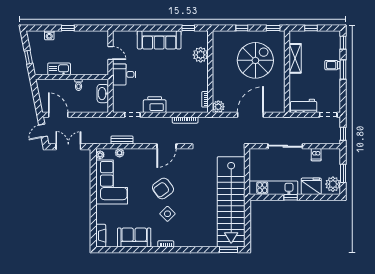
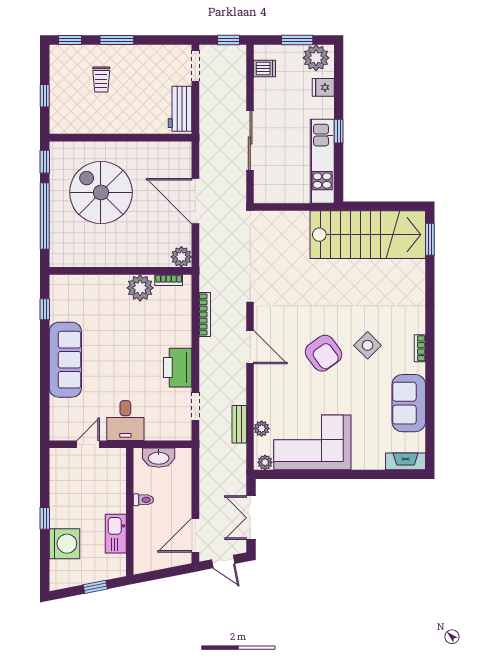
window: (242, 28) -> (45, 216), width x3.17
washing machine: (49, 35) -> (64, 544), width x1.89, depth x1.89
plant: (201, 55) -> (140, 288), moved
shelving: (295, 58) -> (97, 124), removed
trolley: (332, 65) -> (101, 79), moved
dishwasher: (316, 155) -> (265, 69), moved
fridge: (311, 186) -> (323, 87), width x0.53, depth x0.75
stairs: (231, 202) -> (368, 235), width x0.73

